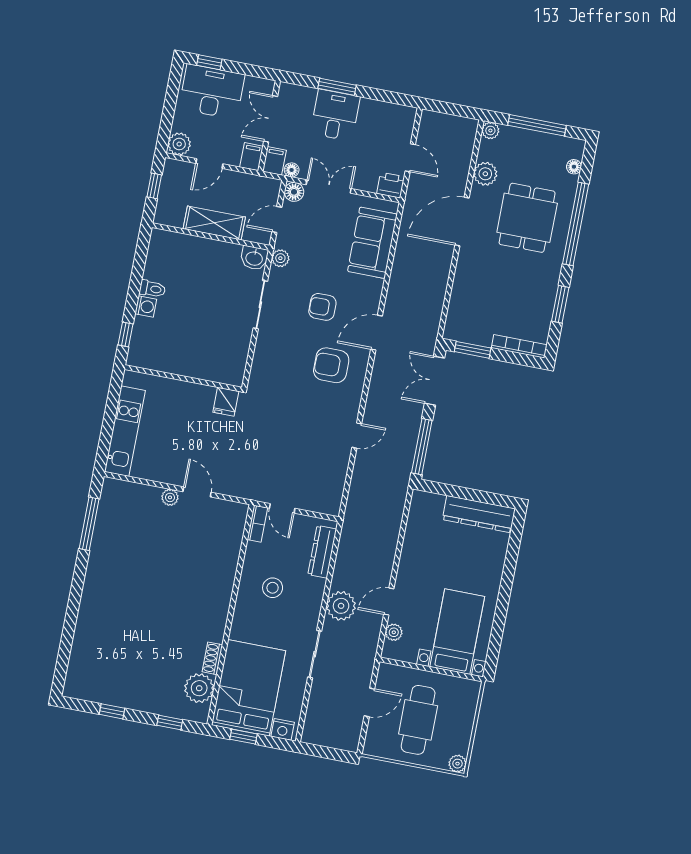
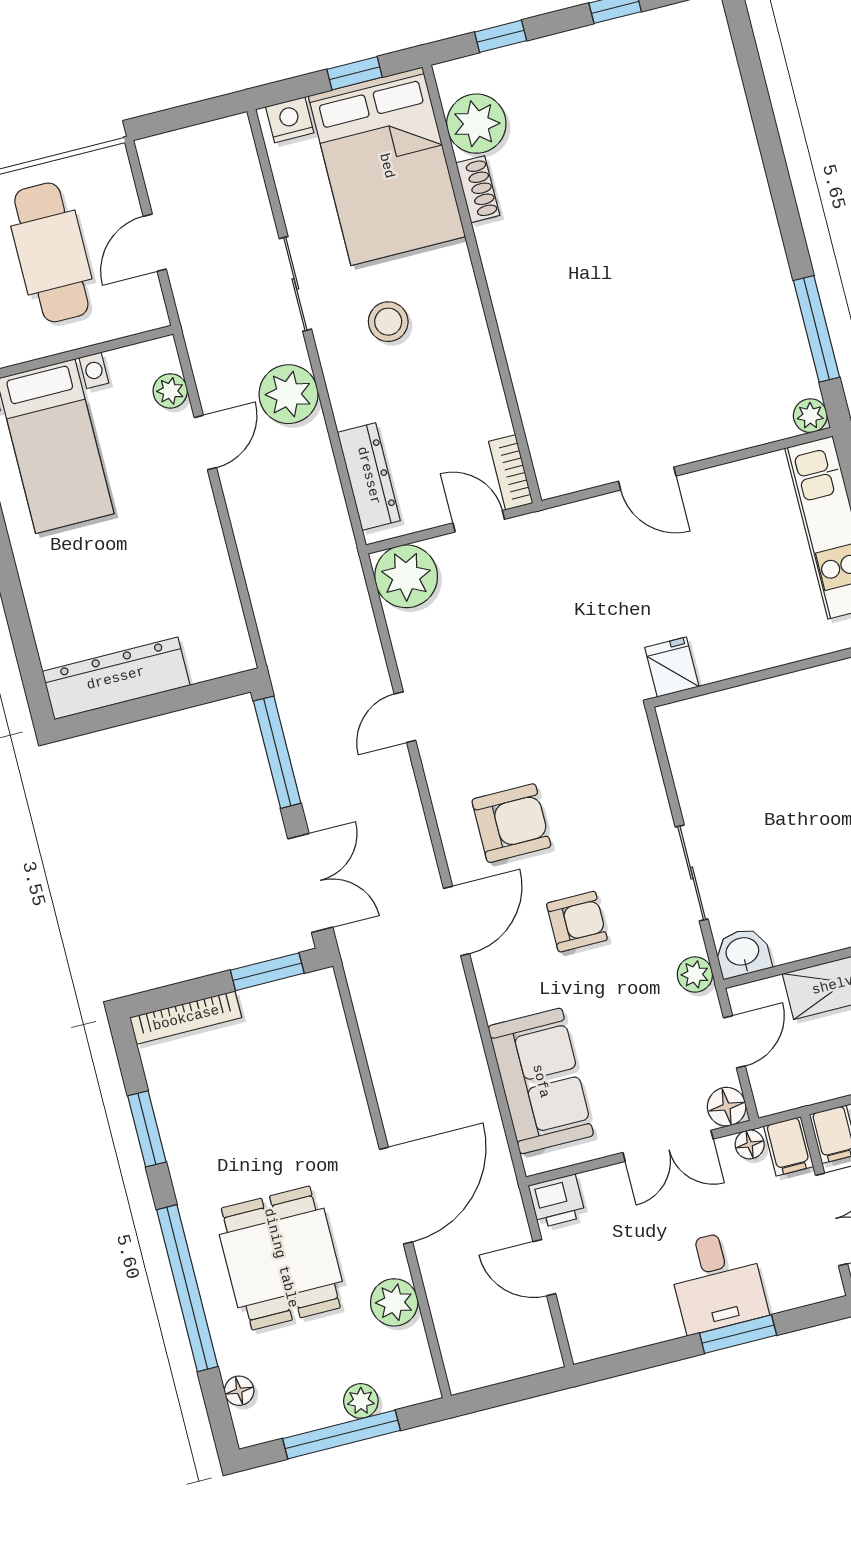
plant: (490, 130) -> (361, 1401), moved
plant: (170, 497) -> (810, 416), moved
plant: (327, 499) -> (406, 576), added
stool: (273, 588) -> (388, 322), moved

